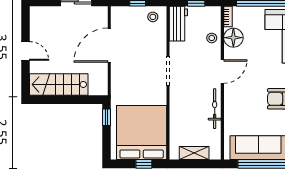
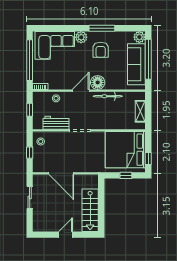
workbench: (178, 24) -> (56, 123), moved
floor lamp: (233, 38) -> (98, 82), moved
door: (222, 71) -> (81, 91), hinge flipped
window: (107, 117) -> (126, 175), moved
window: (144, 164) -> (148, 159), moved

